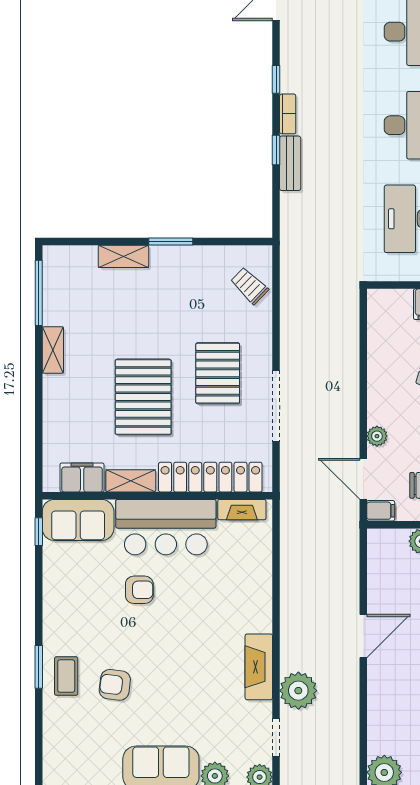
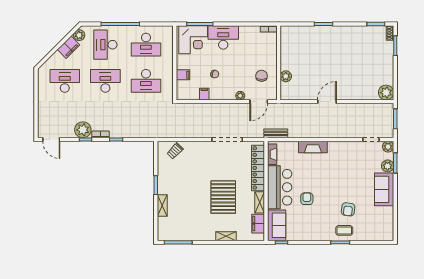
bench: (290, 163) -> (276, 133), moved
shelving: (53, 350) -> (226, 236), moved
pallet: (218, 373) -> (213, 165), removed
pallet: (143, 397) -> (223, 197), turned 90
filing cabinet: (381, 511) -> (204, 94), moved
door: (363, 636) -> (327, 102), hinge flipped
fireplace: (259, 667) -> (313, 147), moved
plant: (298, 691) -> (83, 130), moved

